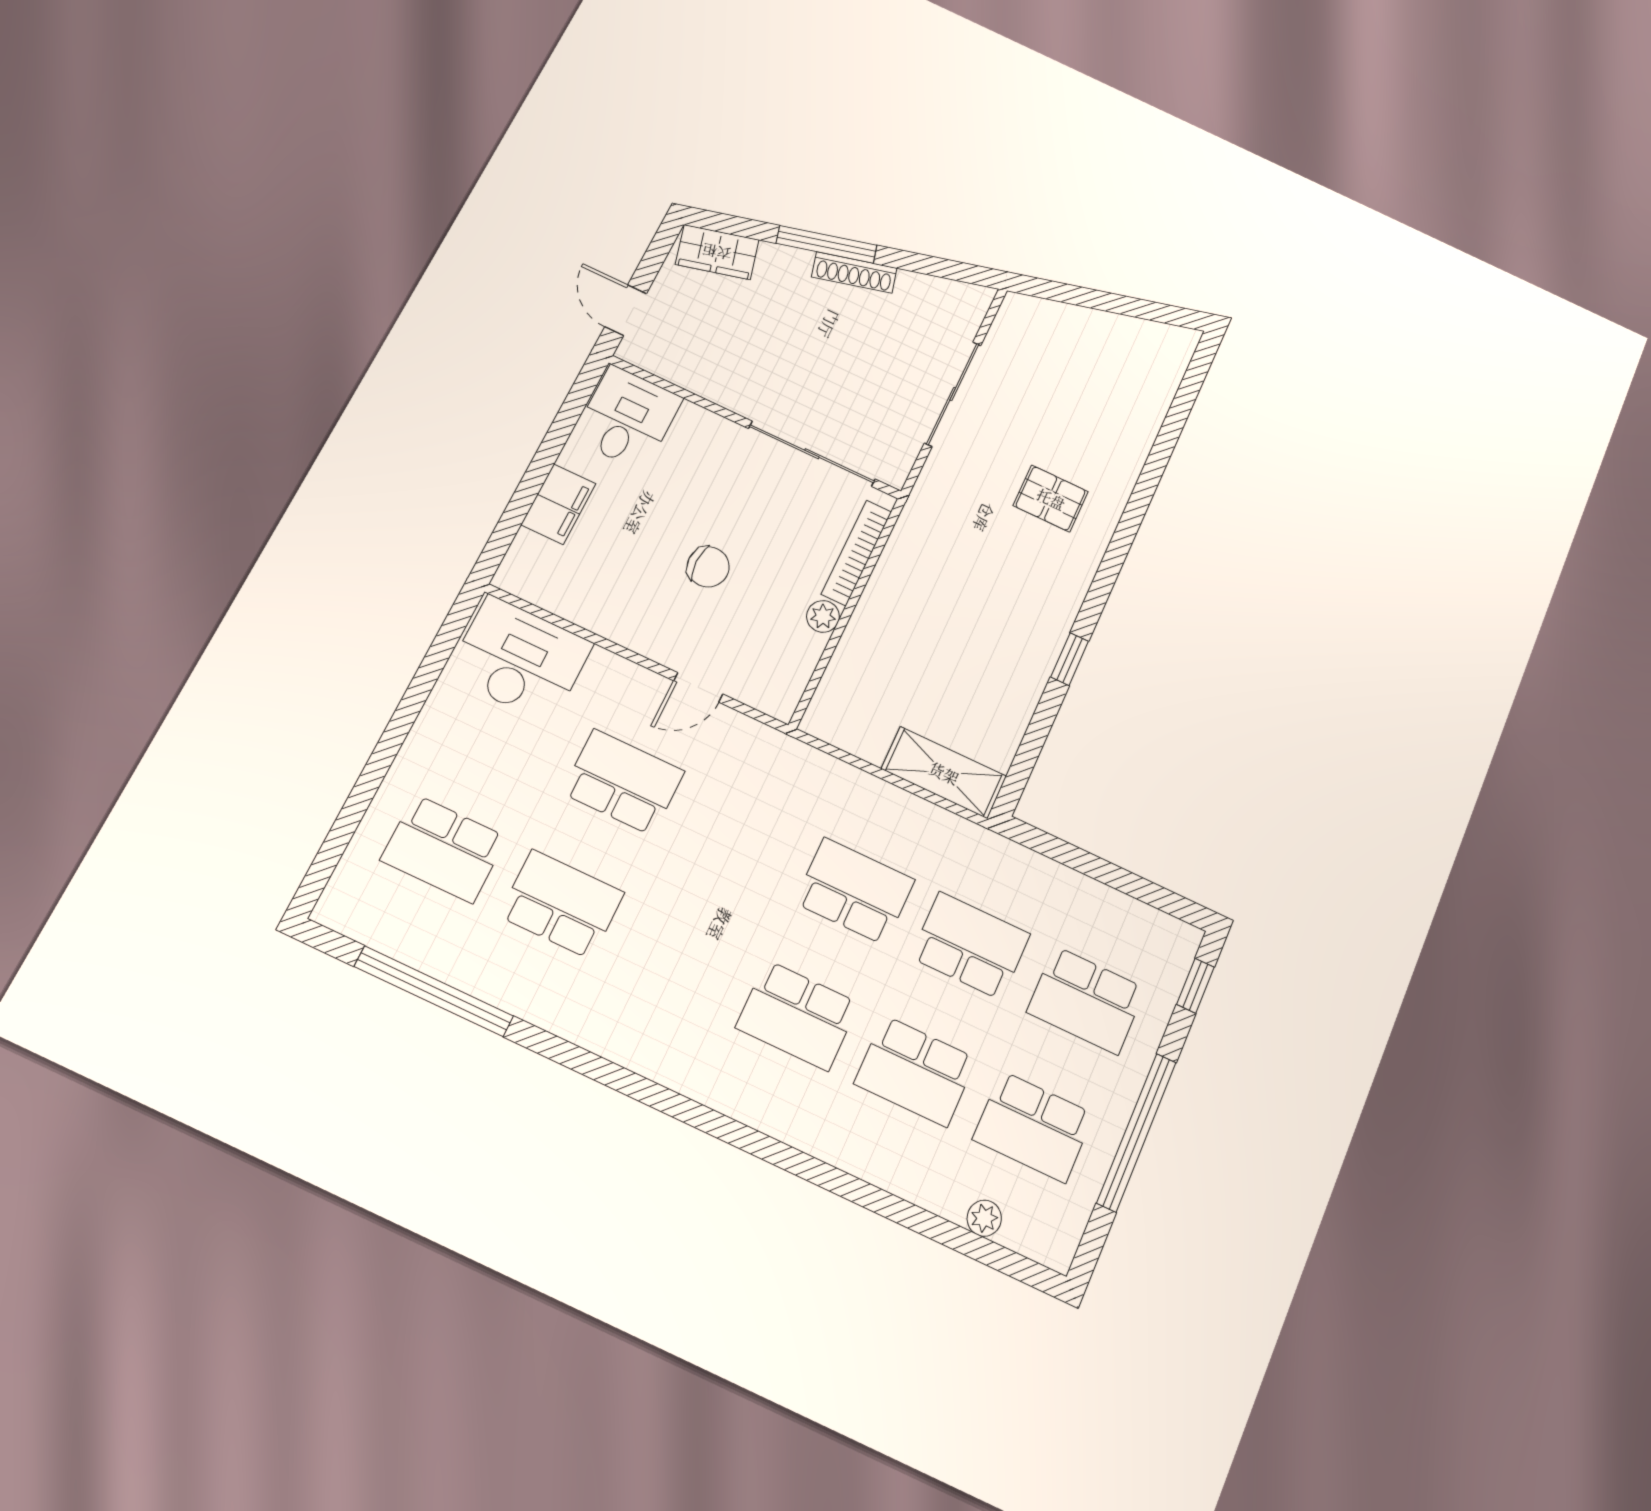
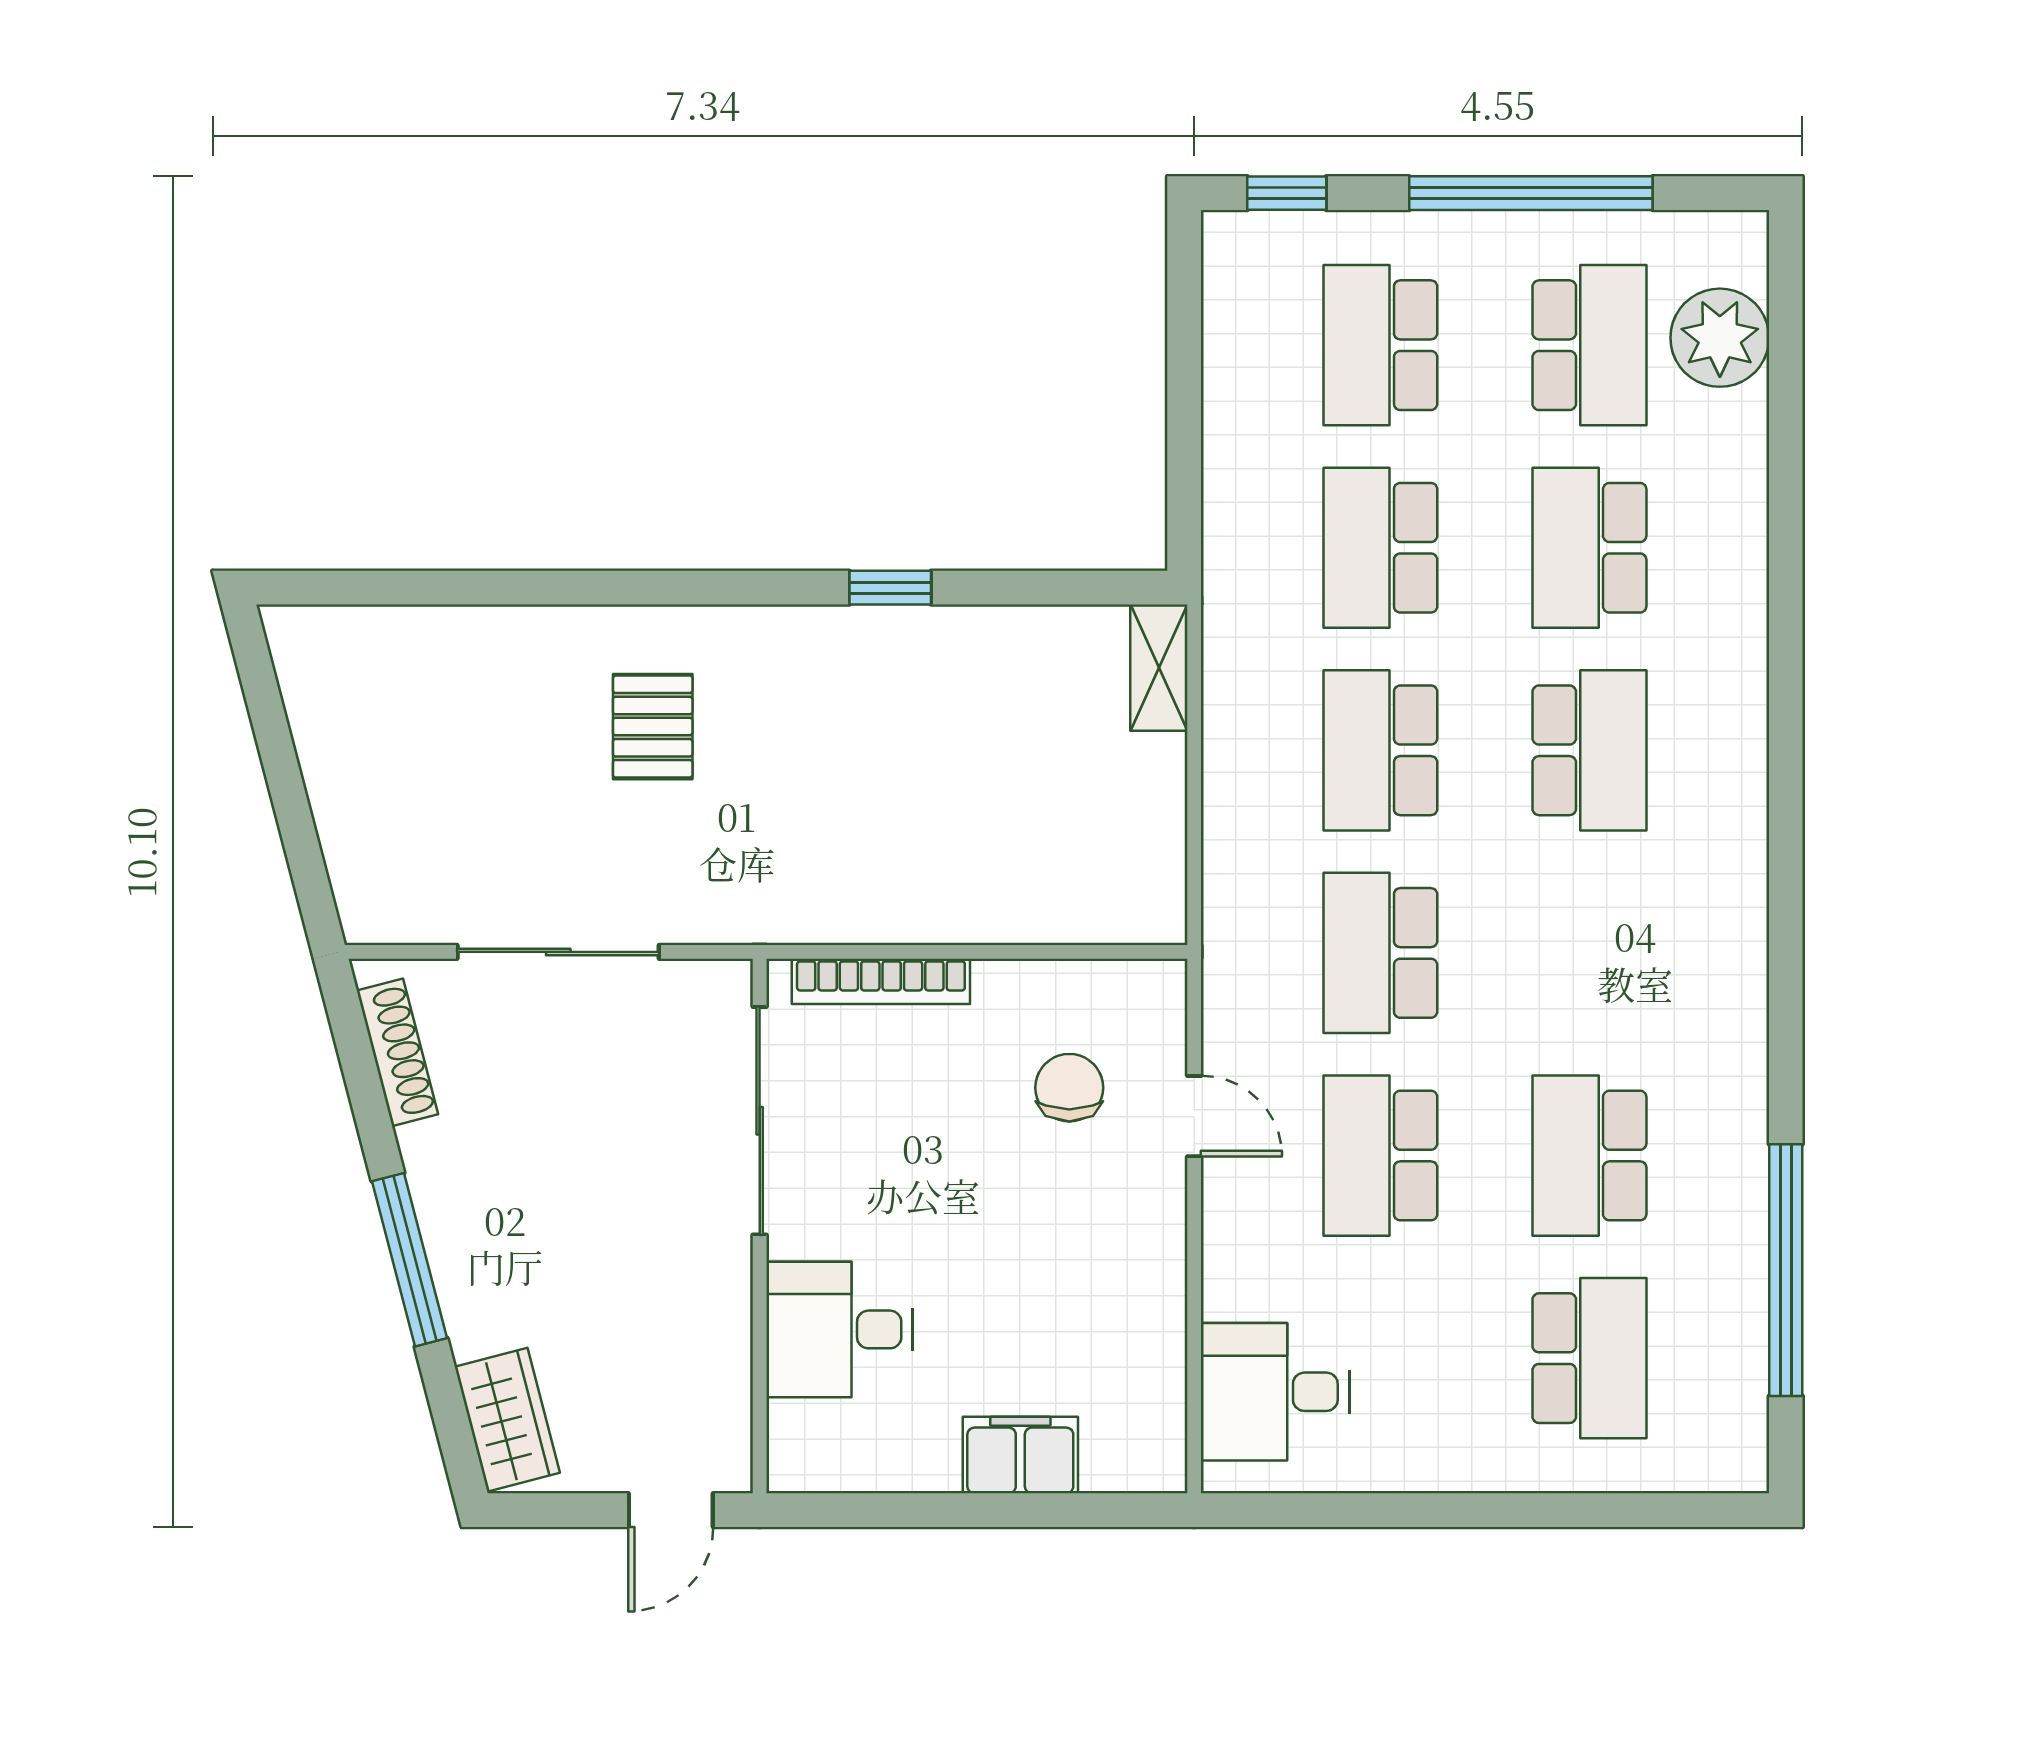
shoe rack: (854, 272) -> (397, 1052), moved
desk: (627, 418) -> (840, 1329), moved
chair: (708, 567) -> (1069, 1088), moved
plant: (823, 616) -> (1002, 985), removed
desk: (520, 659) -> (1275, 1392), width x0.73
shelving: (944, 773) -> (1159, 668), width x0.67, depth x0.75
school desk: (739, 837) -> (1380, 953), added
school desk: (1086, 1000) -> (1380, 345), turned 180
school desk: (915, 1071) -> (1589, 548), turned 180
plant: (984, 1218) -> (1720, 338), width x1.88, depth x1.88

